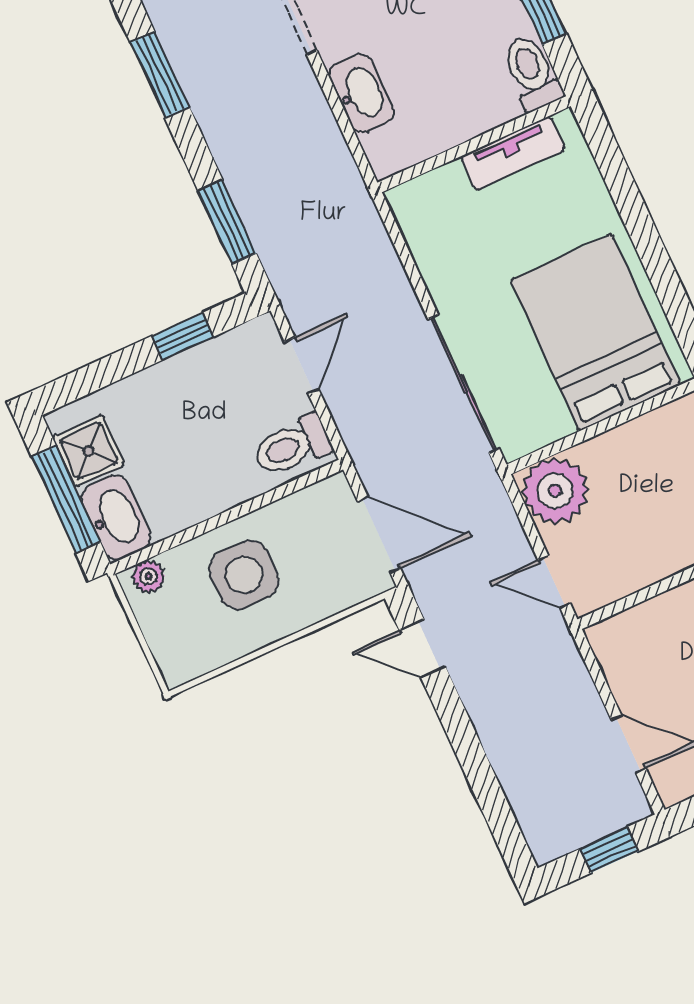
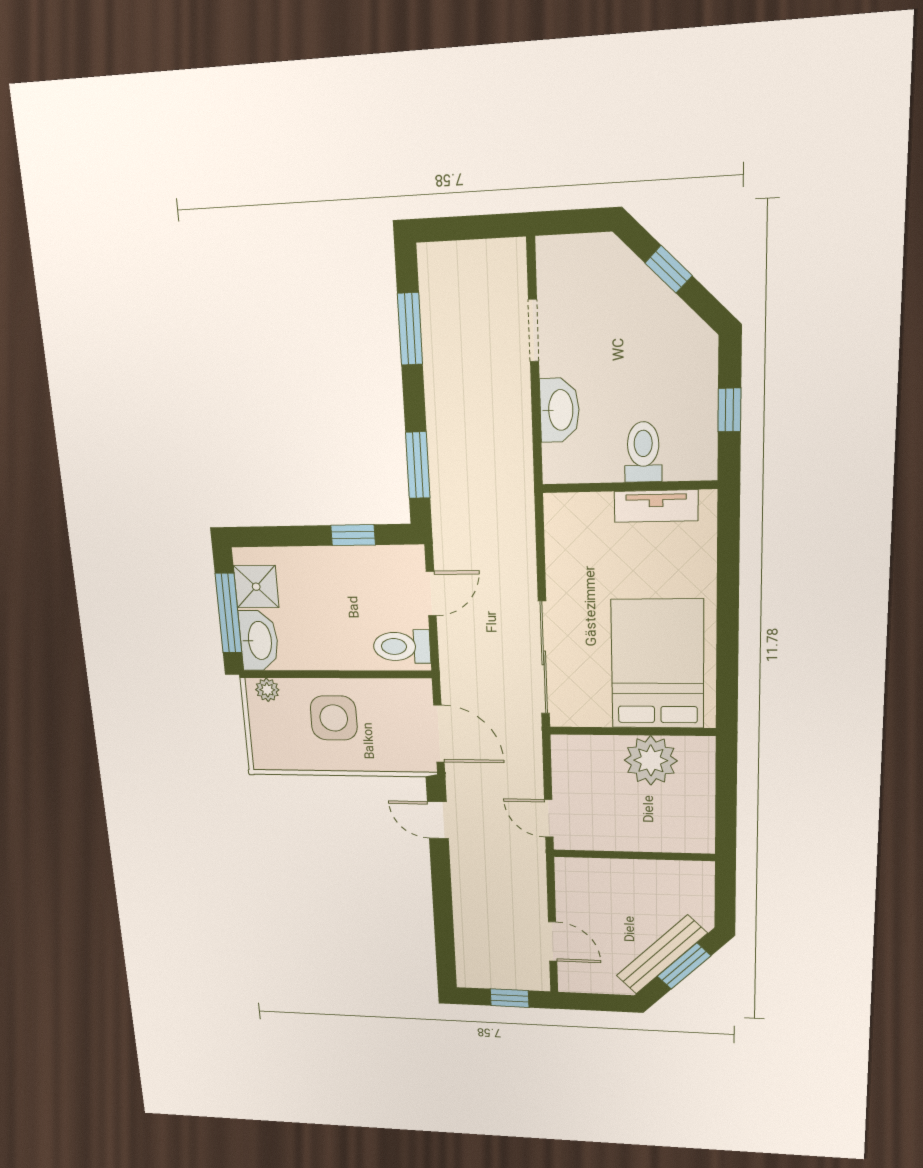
toilet: (532, 73) -> (643, 452), moved
plant: (555, 491) -> (651, 760), moved

